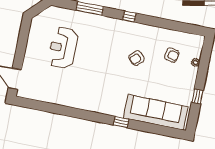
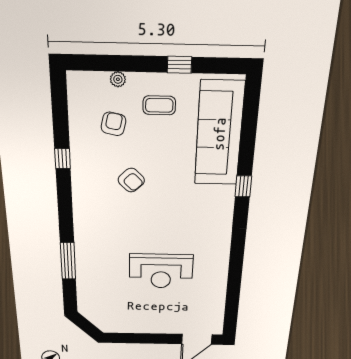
window: (129, 16) -> (63, 159), moved
reception desk: (63, 48) -> (161, 271), moved
coffee table: (178, 82) -> (159, 105), added

